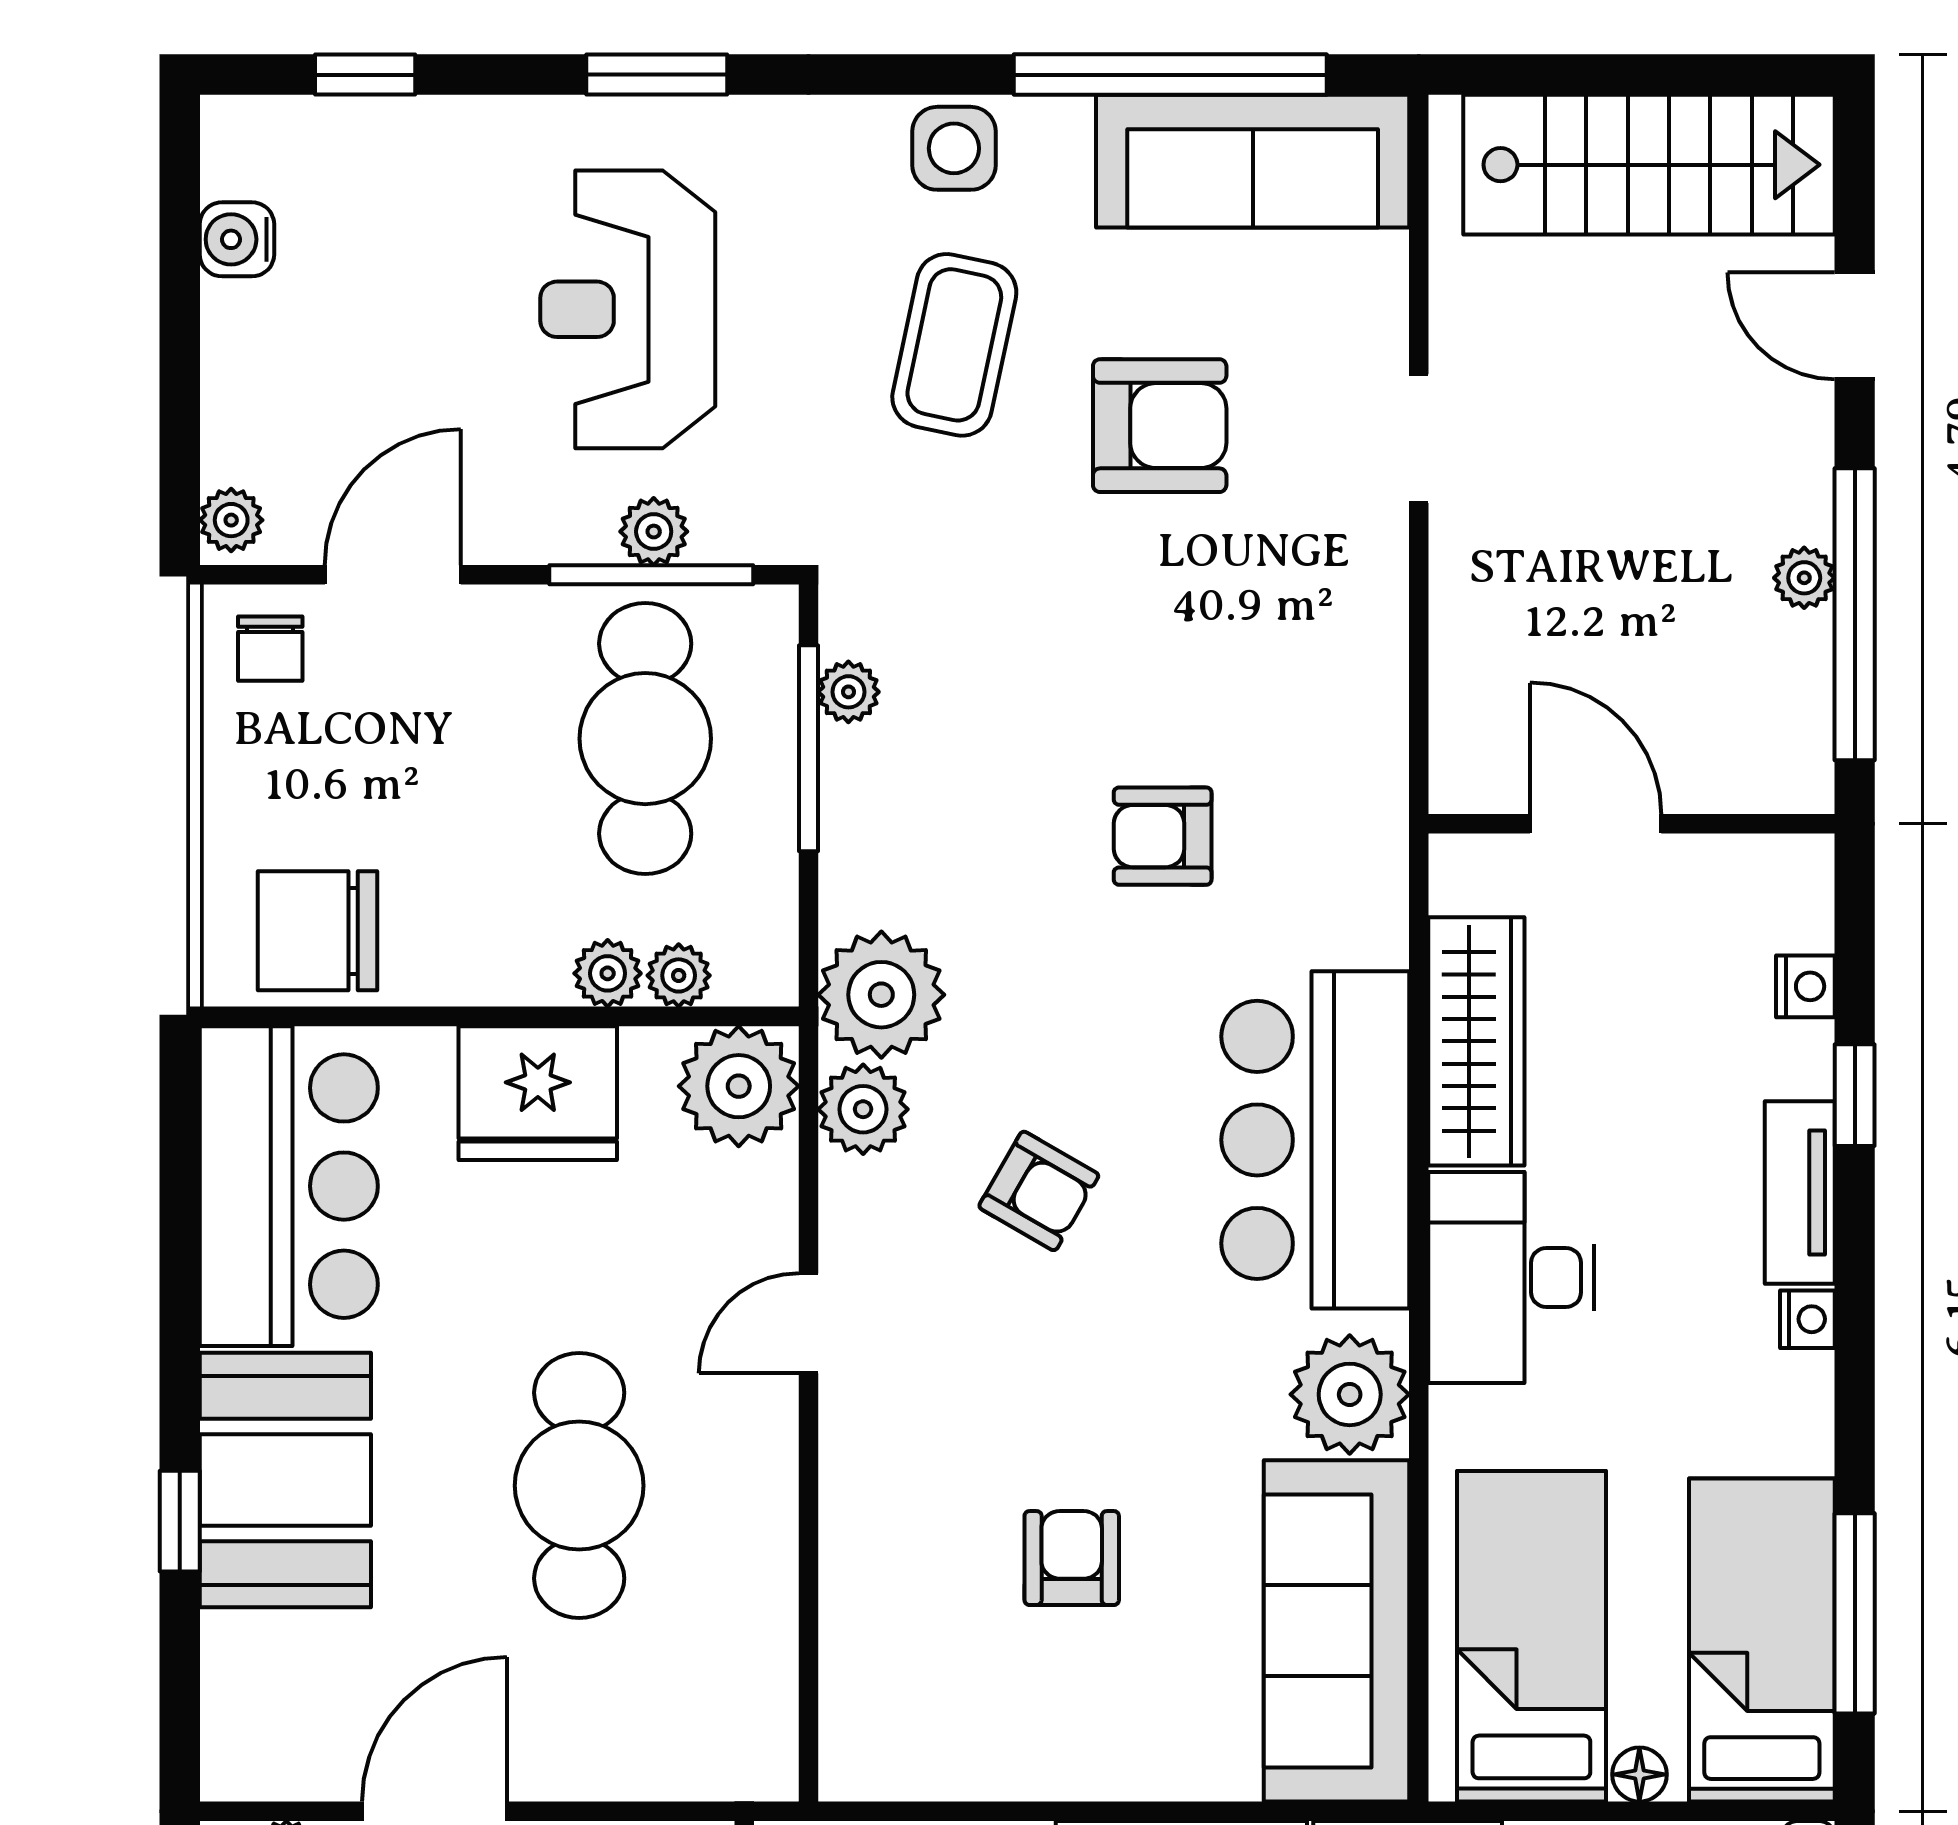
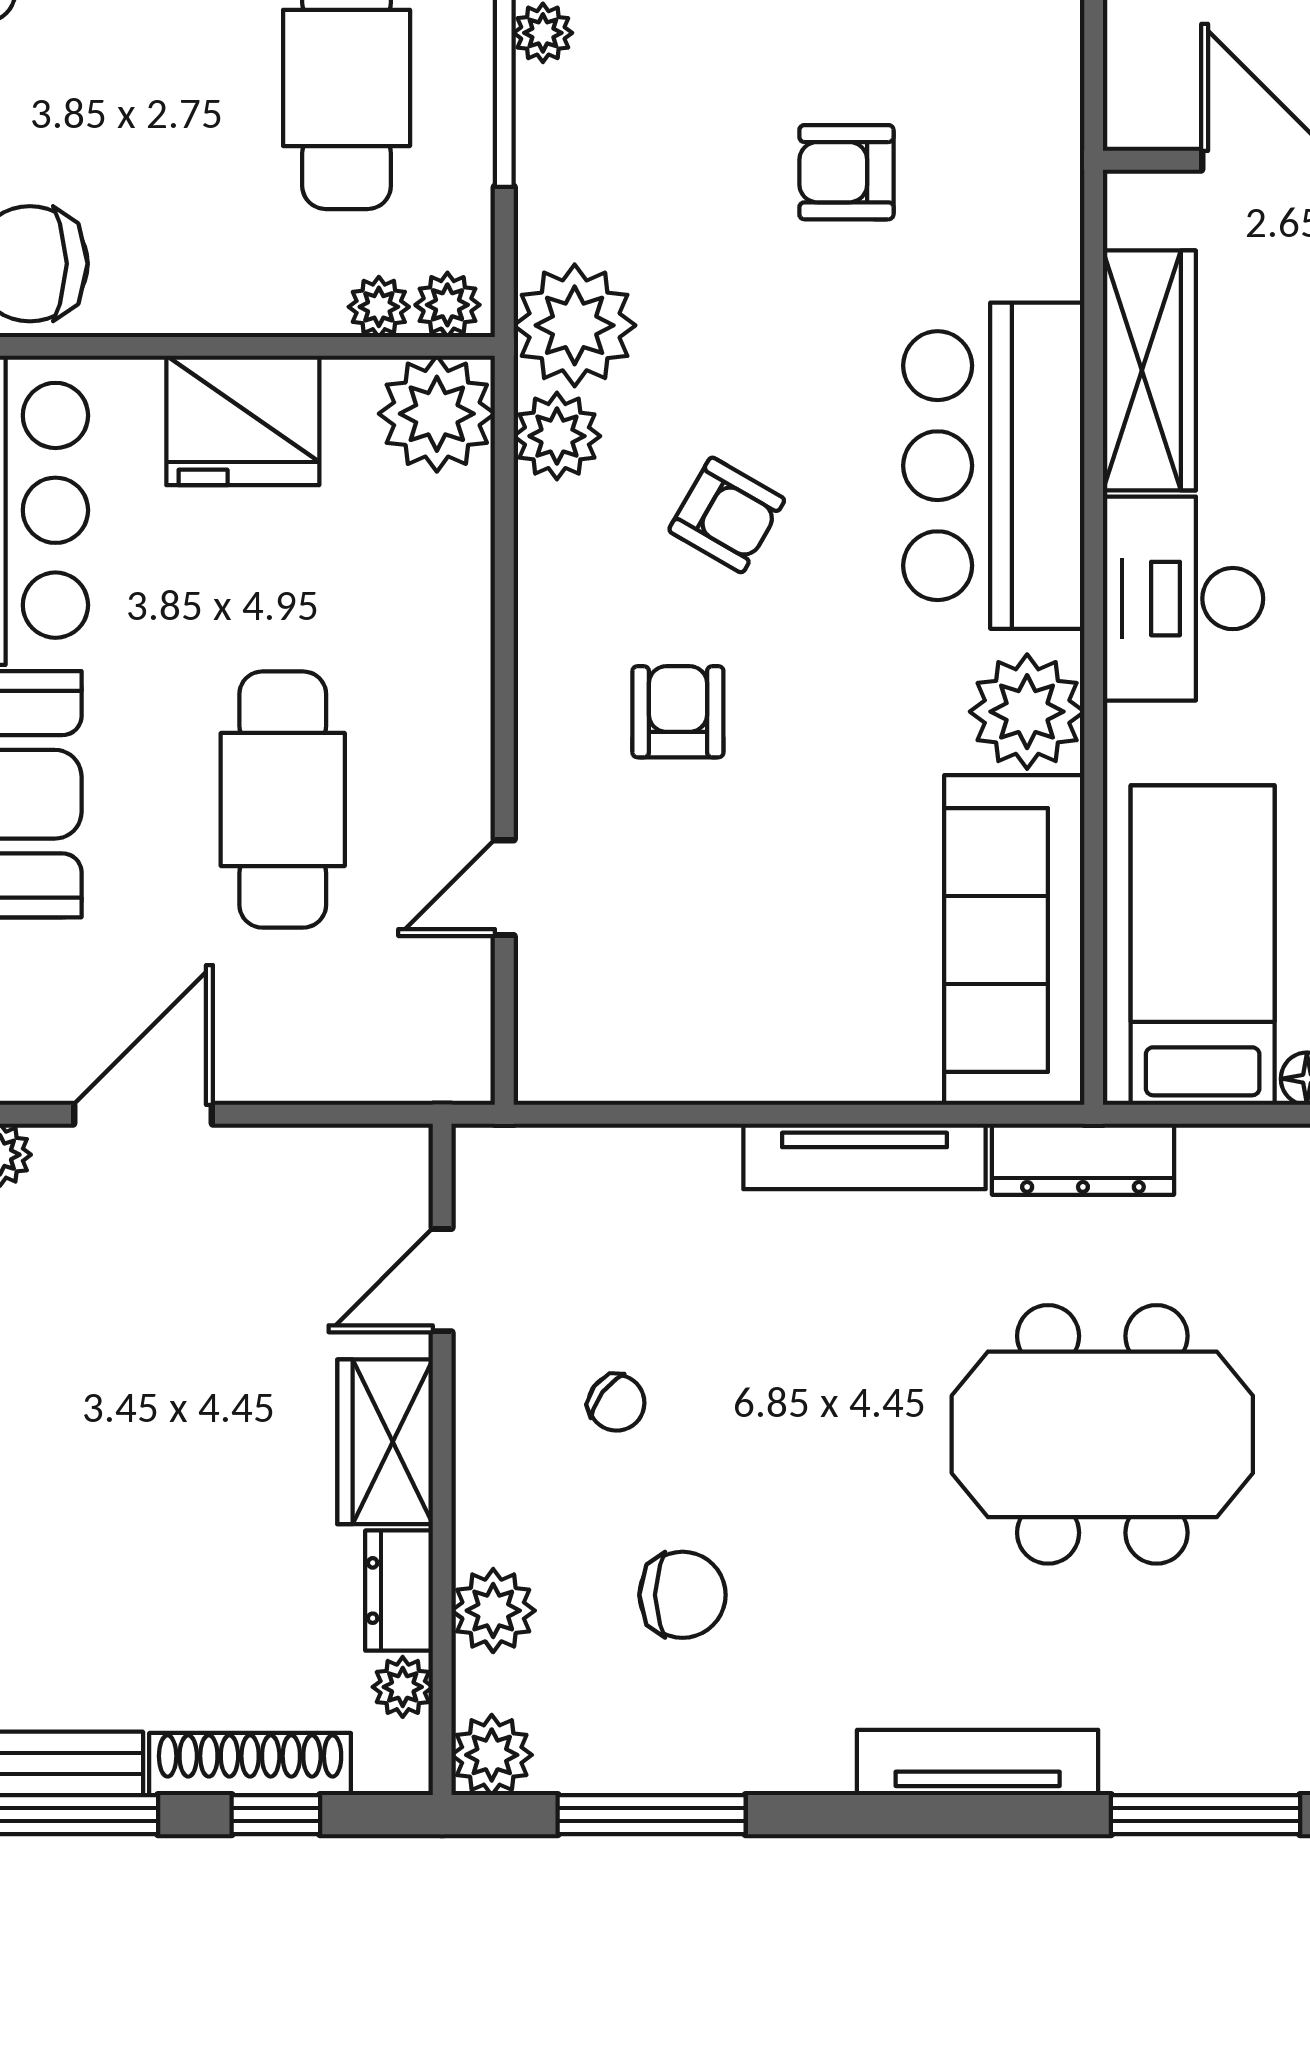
plant: (608, 973) -> (447, 305), moved
door: (808, 1323) -> (504, 888), moved
armchair: (1072, 1558) -> (678, 712), moved

